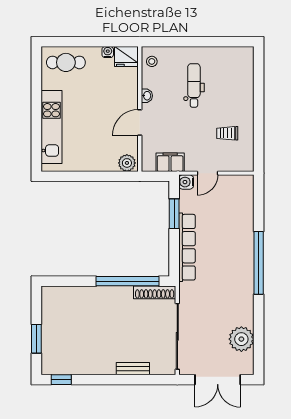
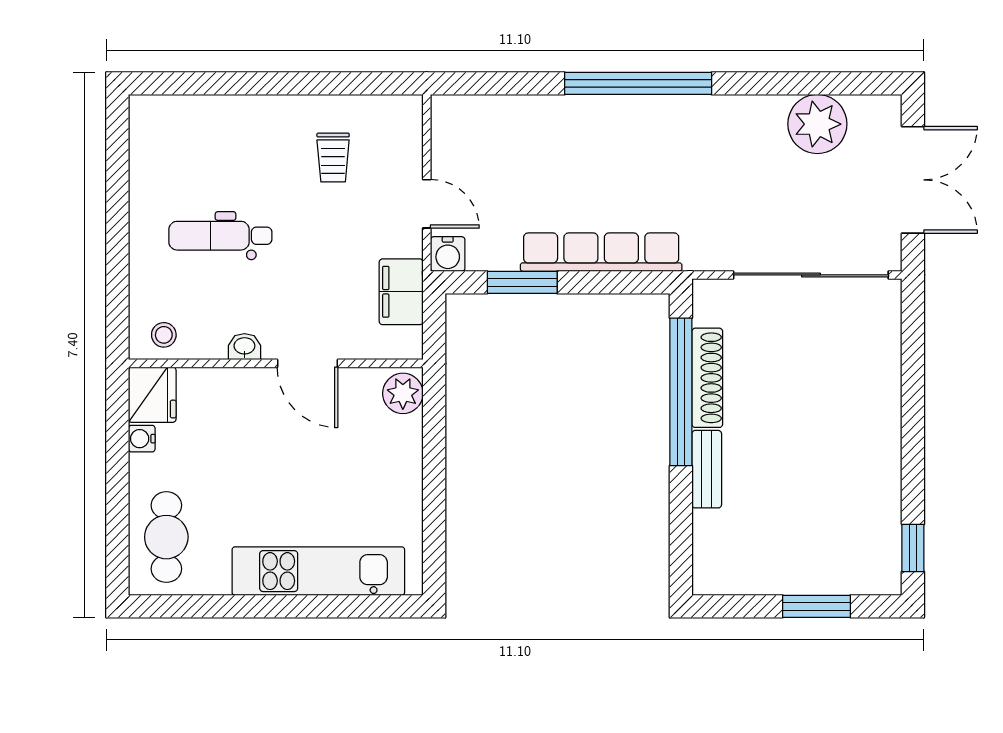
shoe rack: (155, 292) -> (707, 378), moved
bench: (133, 369) -> (707, 469), moved

